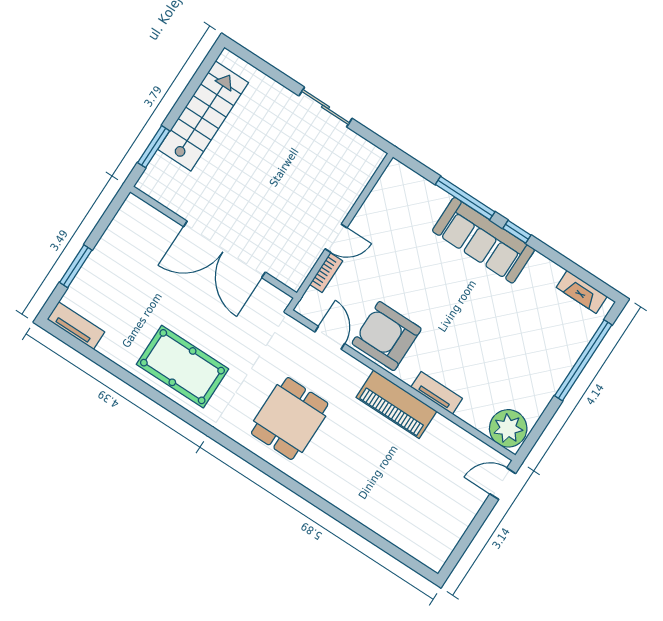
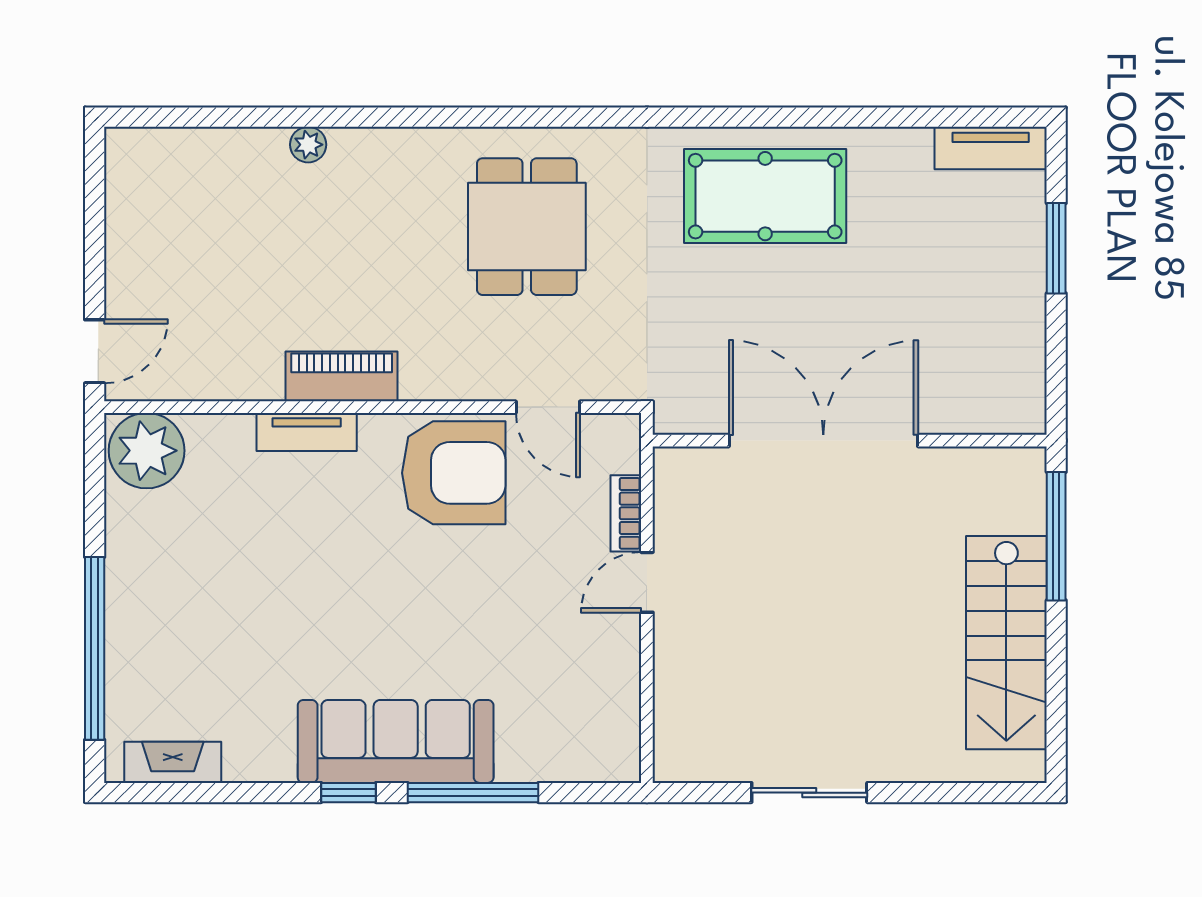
window: (154, 147) -> (1056, 536), width x1.44
piano: (396, 404) -> (342, 376), width x0.73, depth x0.75
plant: (358, 512) -> (308, 145), added

